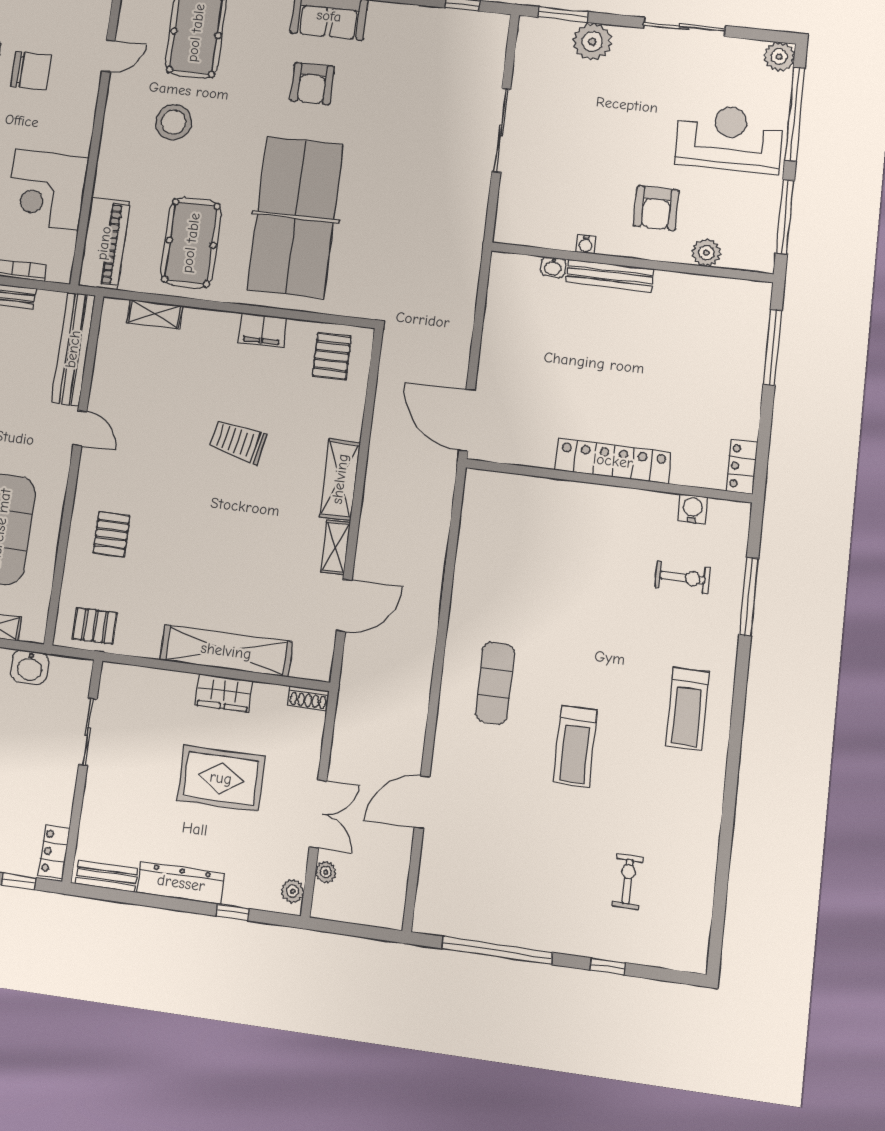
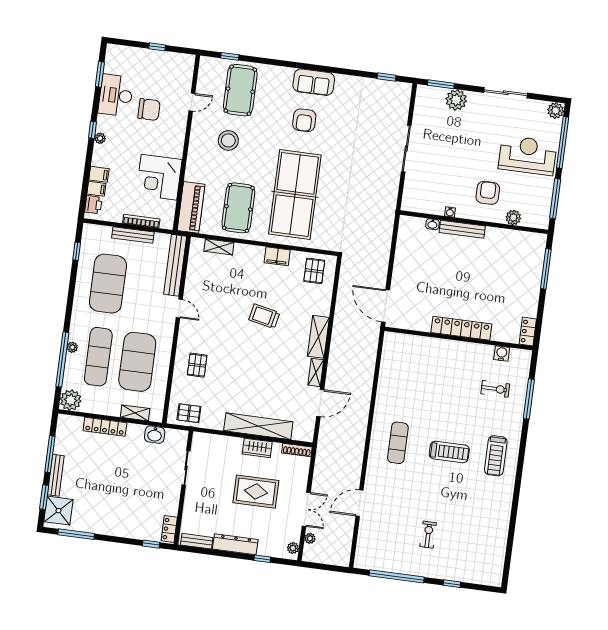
armchair: (656, 208) -> (488, 193), turned 180
shoe rack: (308, 698) -> (297, 450), width x1.43
treadmill: (575, 746) -> (449, 452), moved, turned -90
exercise bike: (628, 882) -> (428, 535), moved

